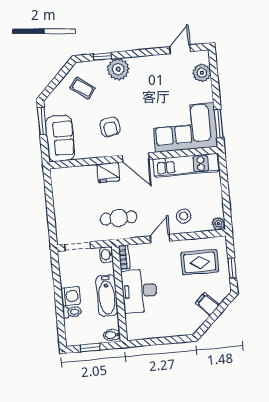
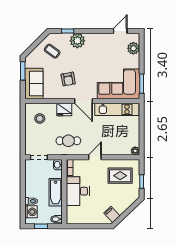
stool: (184, 216) -> (40, 119), moved
washing machine: (71, 296) -> (31, 212), moved
filing cabinet: (207, 304) -> (112, 214), moved

